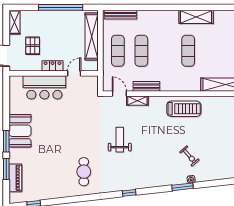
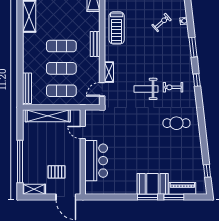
window: (61, 7) -> (20, 161), moved
exercise mat: (188, 51) -> (61, 46), moved
locker: (53, 66) -> (76, 153), removed
bench: (146, 86) -> (95, 44), moved
treadmill: (184, 109) -> (117, 28), turned 180
booth: (20, 131) -> (153, 184), moved
exercise bike: (121, 168) -> (173, 87), added
window: (183, 187) -> (193, 47), moved

